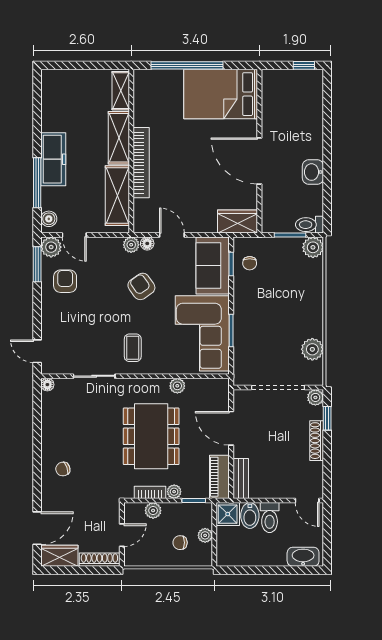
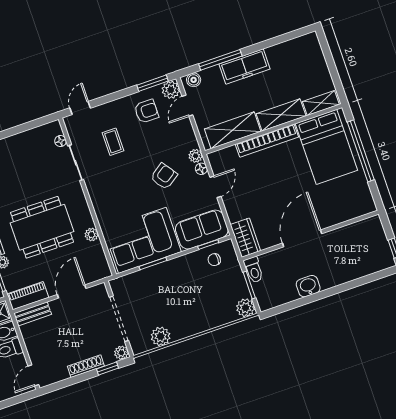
bed: (221, 94) -> (326, 147), moved, turned 180
toilet: (310, 225) -> (254, 270), moved, turned 180
coffee table: (133, 348) -> (113, 142), moved, turned 90
floor lamp: (47, 385) -> (60, 141), moved

